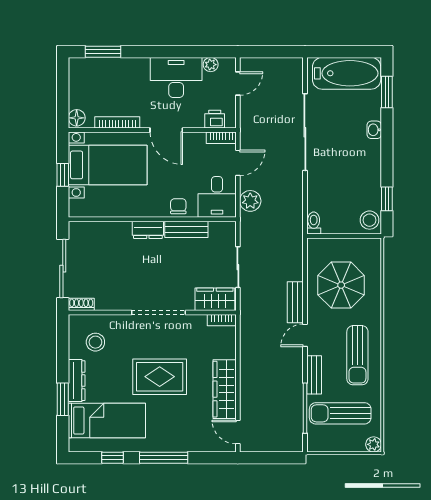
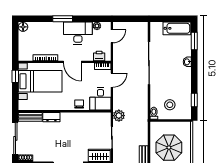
window: (103, 52) -> (63, 19), moved
bathtub: (347, 73) -> (177, 28), width x0.73, depth x0.73
floor lamp: (77, 118) -> (23, 27), moved
window: (63, 175) -> (15, 76), moved
plant: (250, 201) -> (119, 116), moved
stool: (370, 220) -> (170, 105), moved
bench: (186, 229) -> (30, 117), moved
dresser: (148, 230) -> (51, 117), moved

